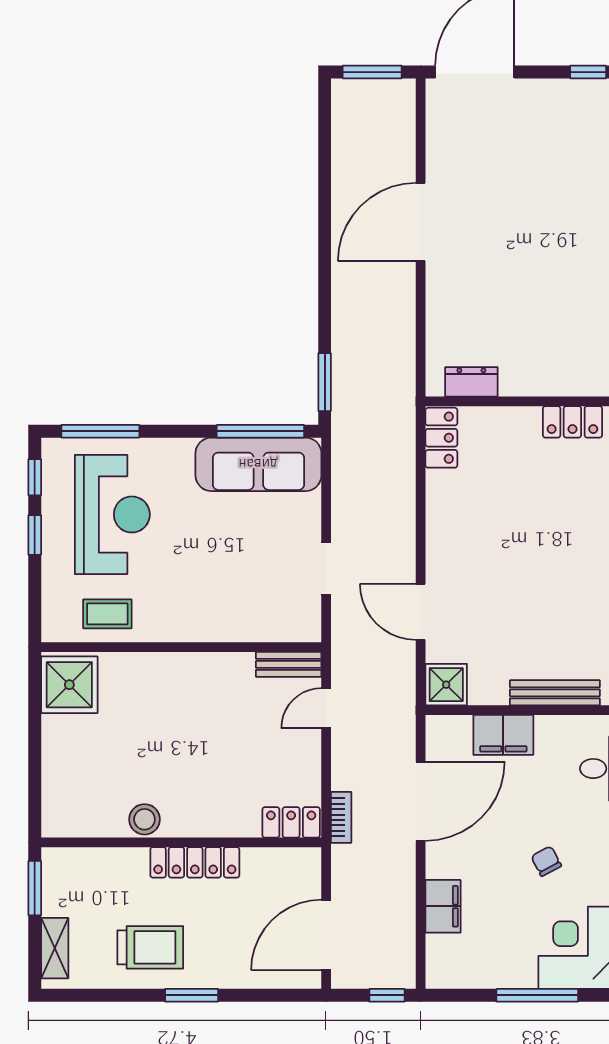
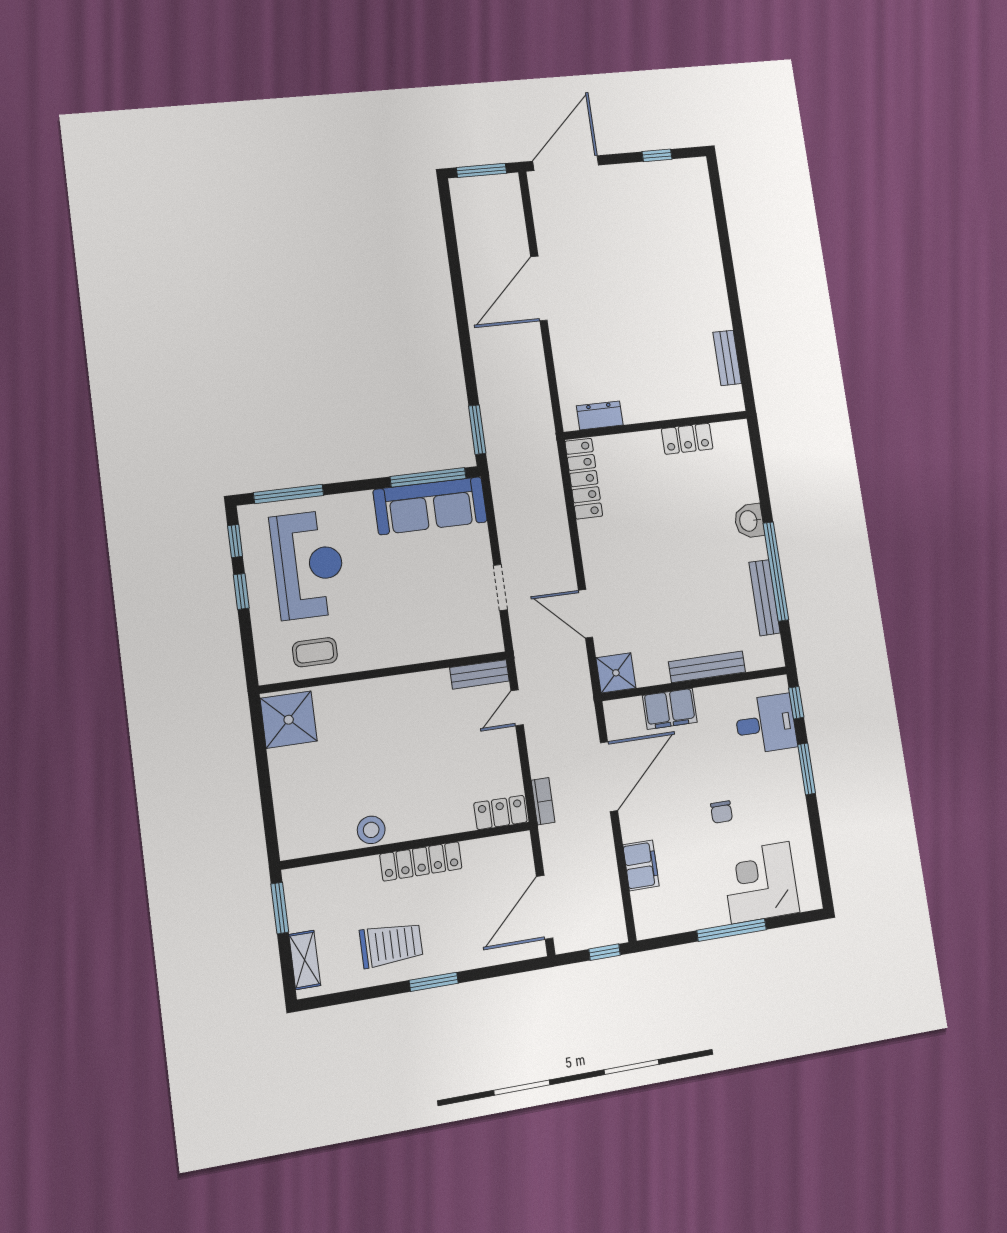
locker: (441, 438) -> (584, 479), width x1.53
chair: (546, 861) -> (722, 812), turned -152

